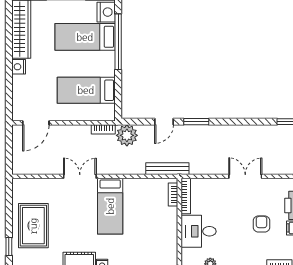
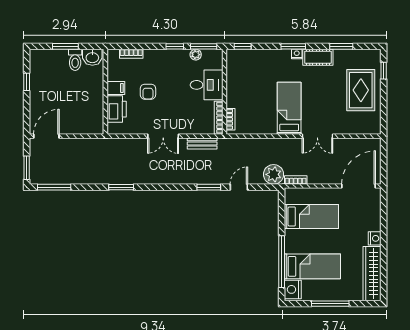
door: (36, 123) -> (359, 186), width x1.36
bench: (167, 169) -> (202, 143), moved, width x0.73

